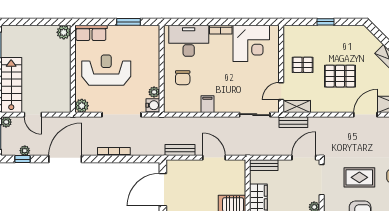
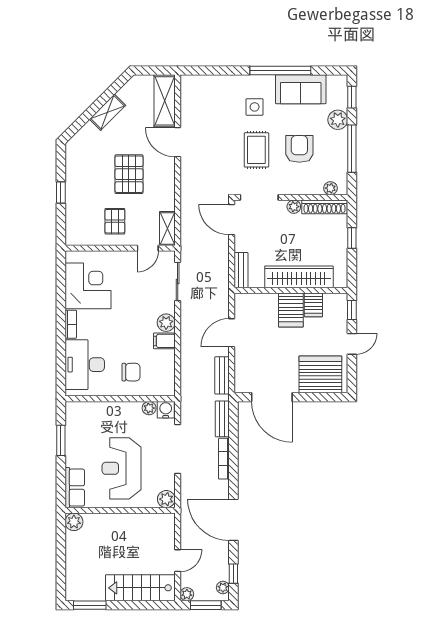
door: (281, 91) -> (148, 248), hinge flipped
plant: (222, 106) -> (166, 323), added
bench: (293, 122) -> (222, 419), moved
plant: (25, 151) -> (223, 587), moved

